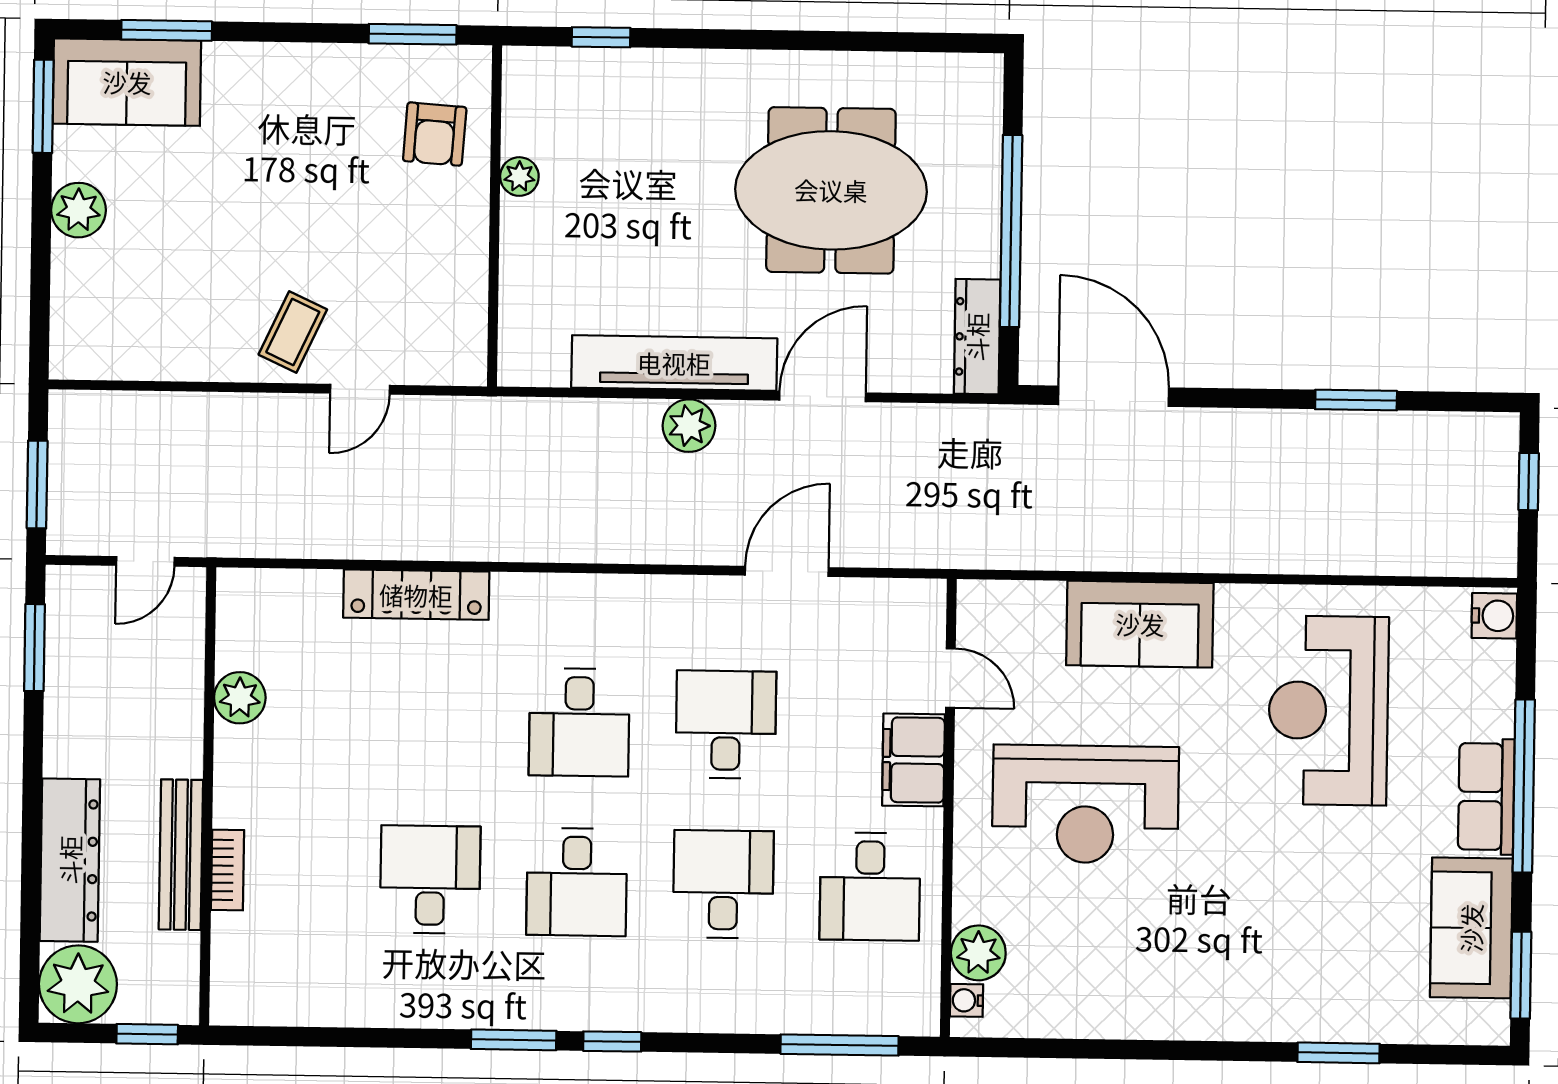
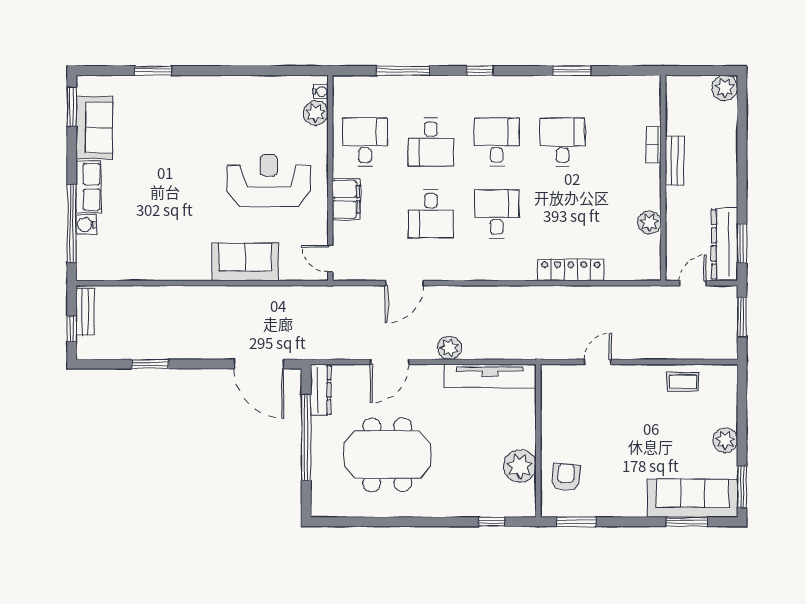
sofa: (127, 82) -> (693, 498), width x1.36
plant: (519, 177) -> (520, 466), width x1.88, depth x1.88
coffee table: (293, 332) -> (683, 382), moved, turned 65
tv unit: (674, 363) -> (490, 376), moved
bench: (1498, 519) -> (85, 312), added
water cooler: (1494, 616) -> (86, 225), moved
door: (950, 678) -> (330, 258), moved
reception desk: (1328, 710) -> (160, 224), removed
window: (1524, 786) -> (72, 224), moved
bench: (181, 855) -> (675, 161), width x0.73
dresser: (70, 860) -> (725, 244), moved
desk: (430, 880) -> (563, 142), turned 180
plant: (78, 984) -> (725, 88), width x0.73, depth x0.73
window: (147, 1034) -> (689, 71), removed
window: (514, 1040) -> (572, 71), moved
window: (840, 1045) -> (403, 71), moved

